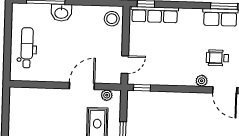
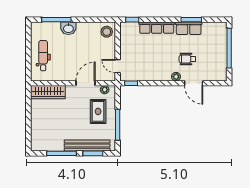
row of seats: (155, 15) -> (157, 28), moved
door: (125, 65) -> (118, 66), swing flipped
wardrobe: (32, 96) -> (48, 92), added

